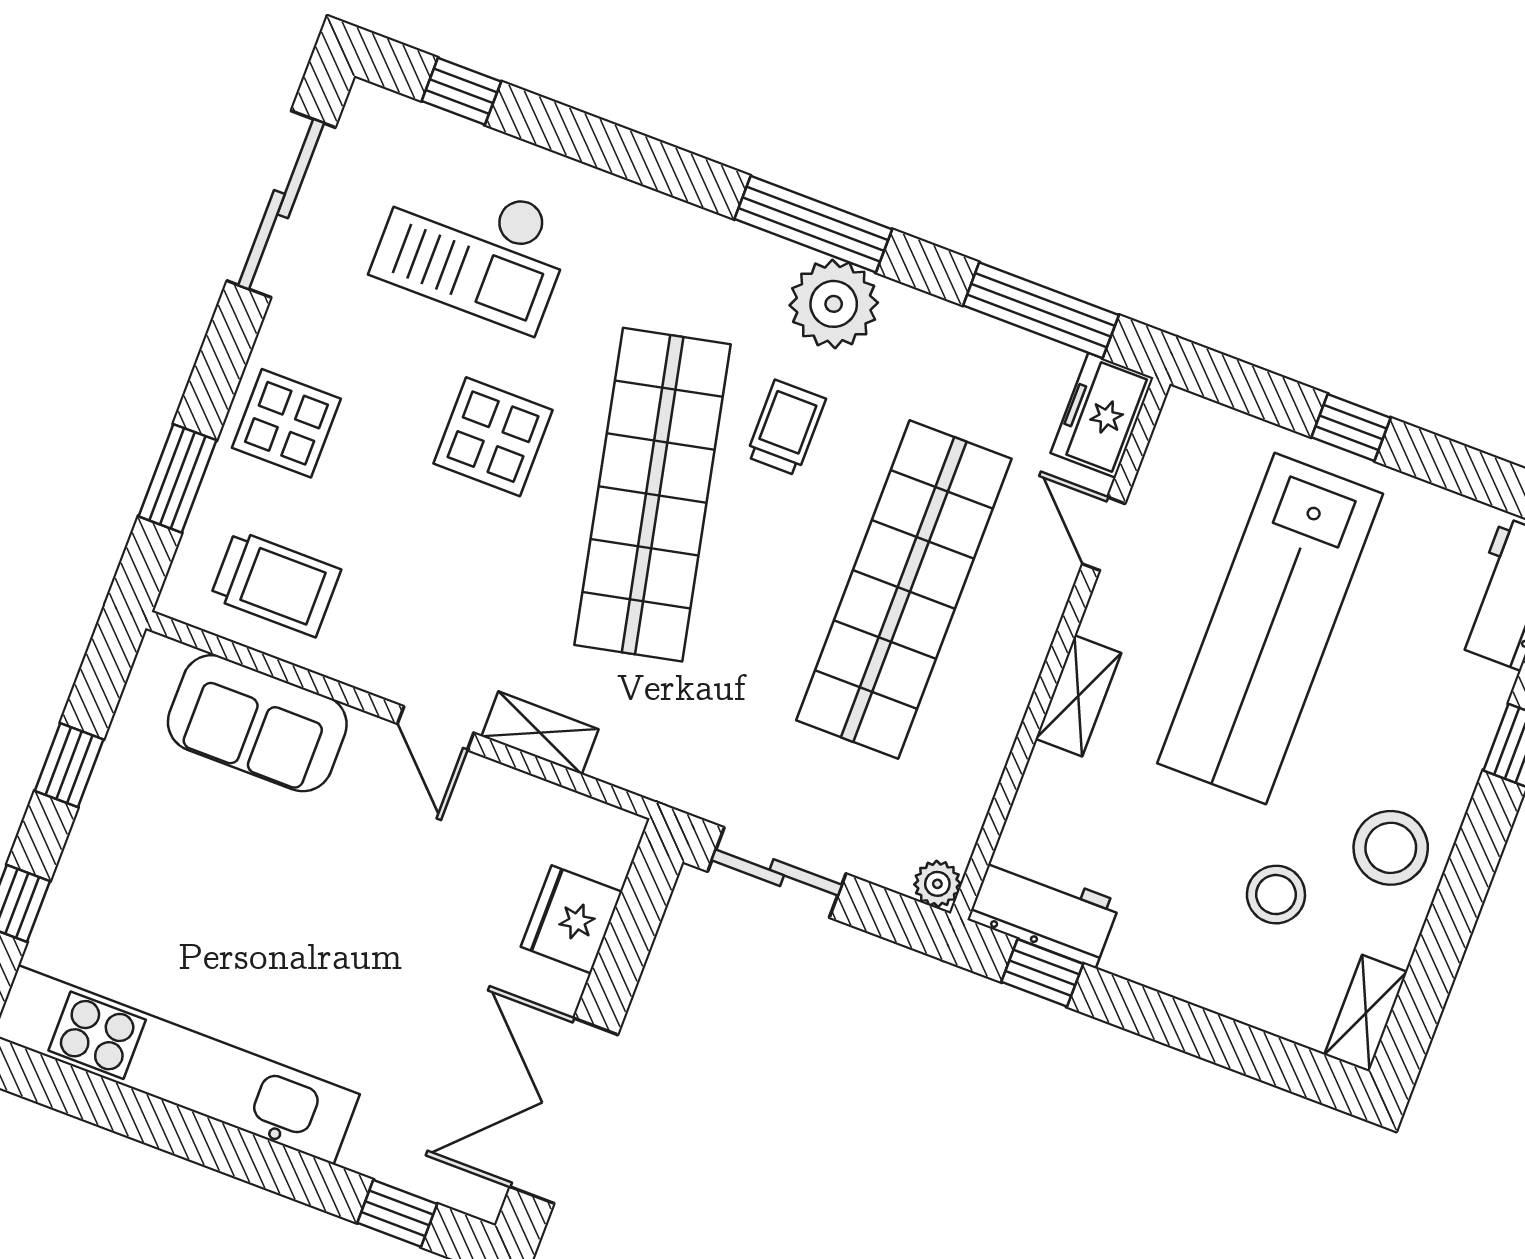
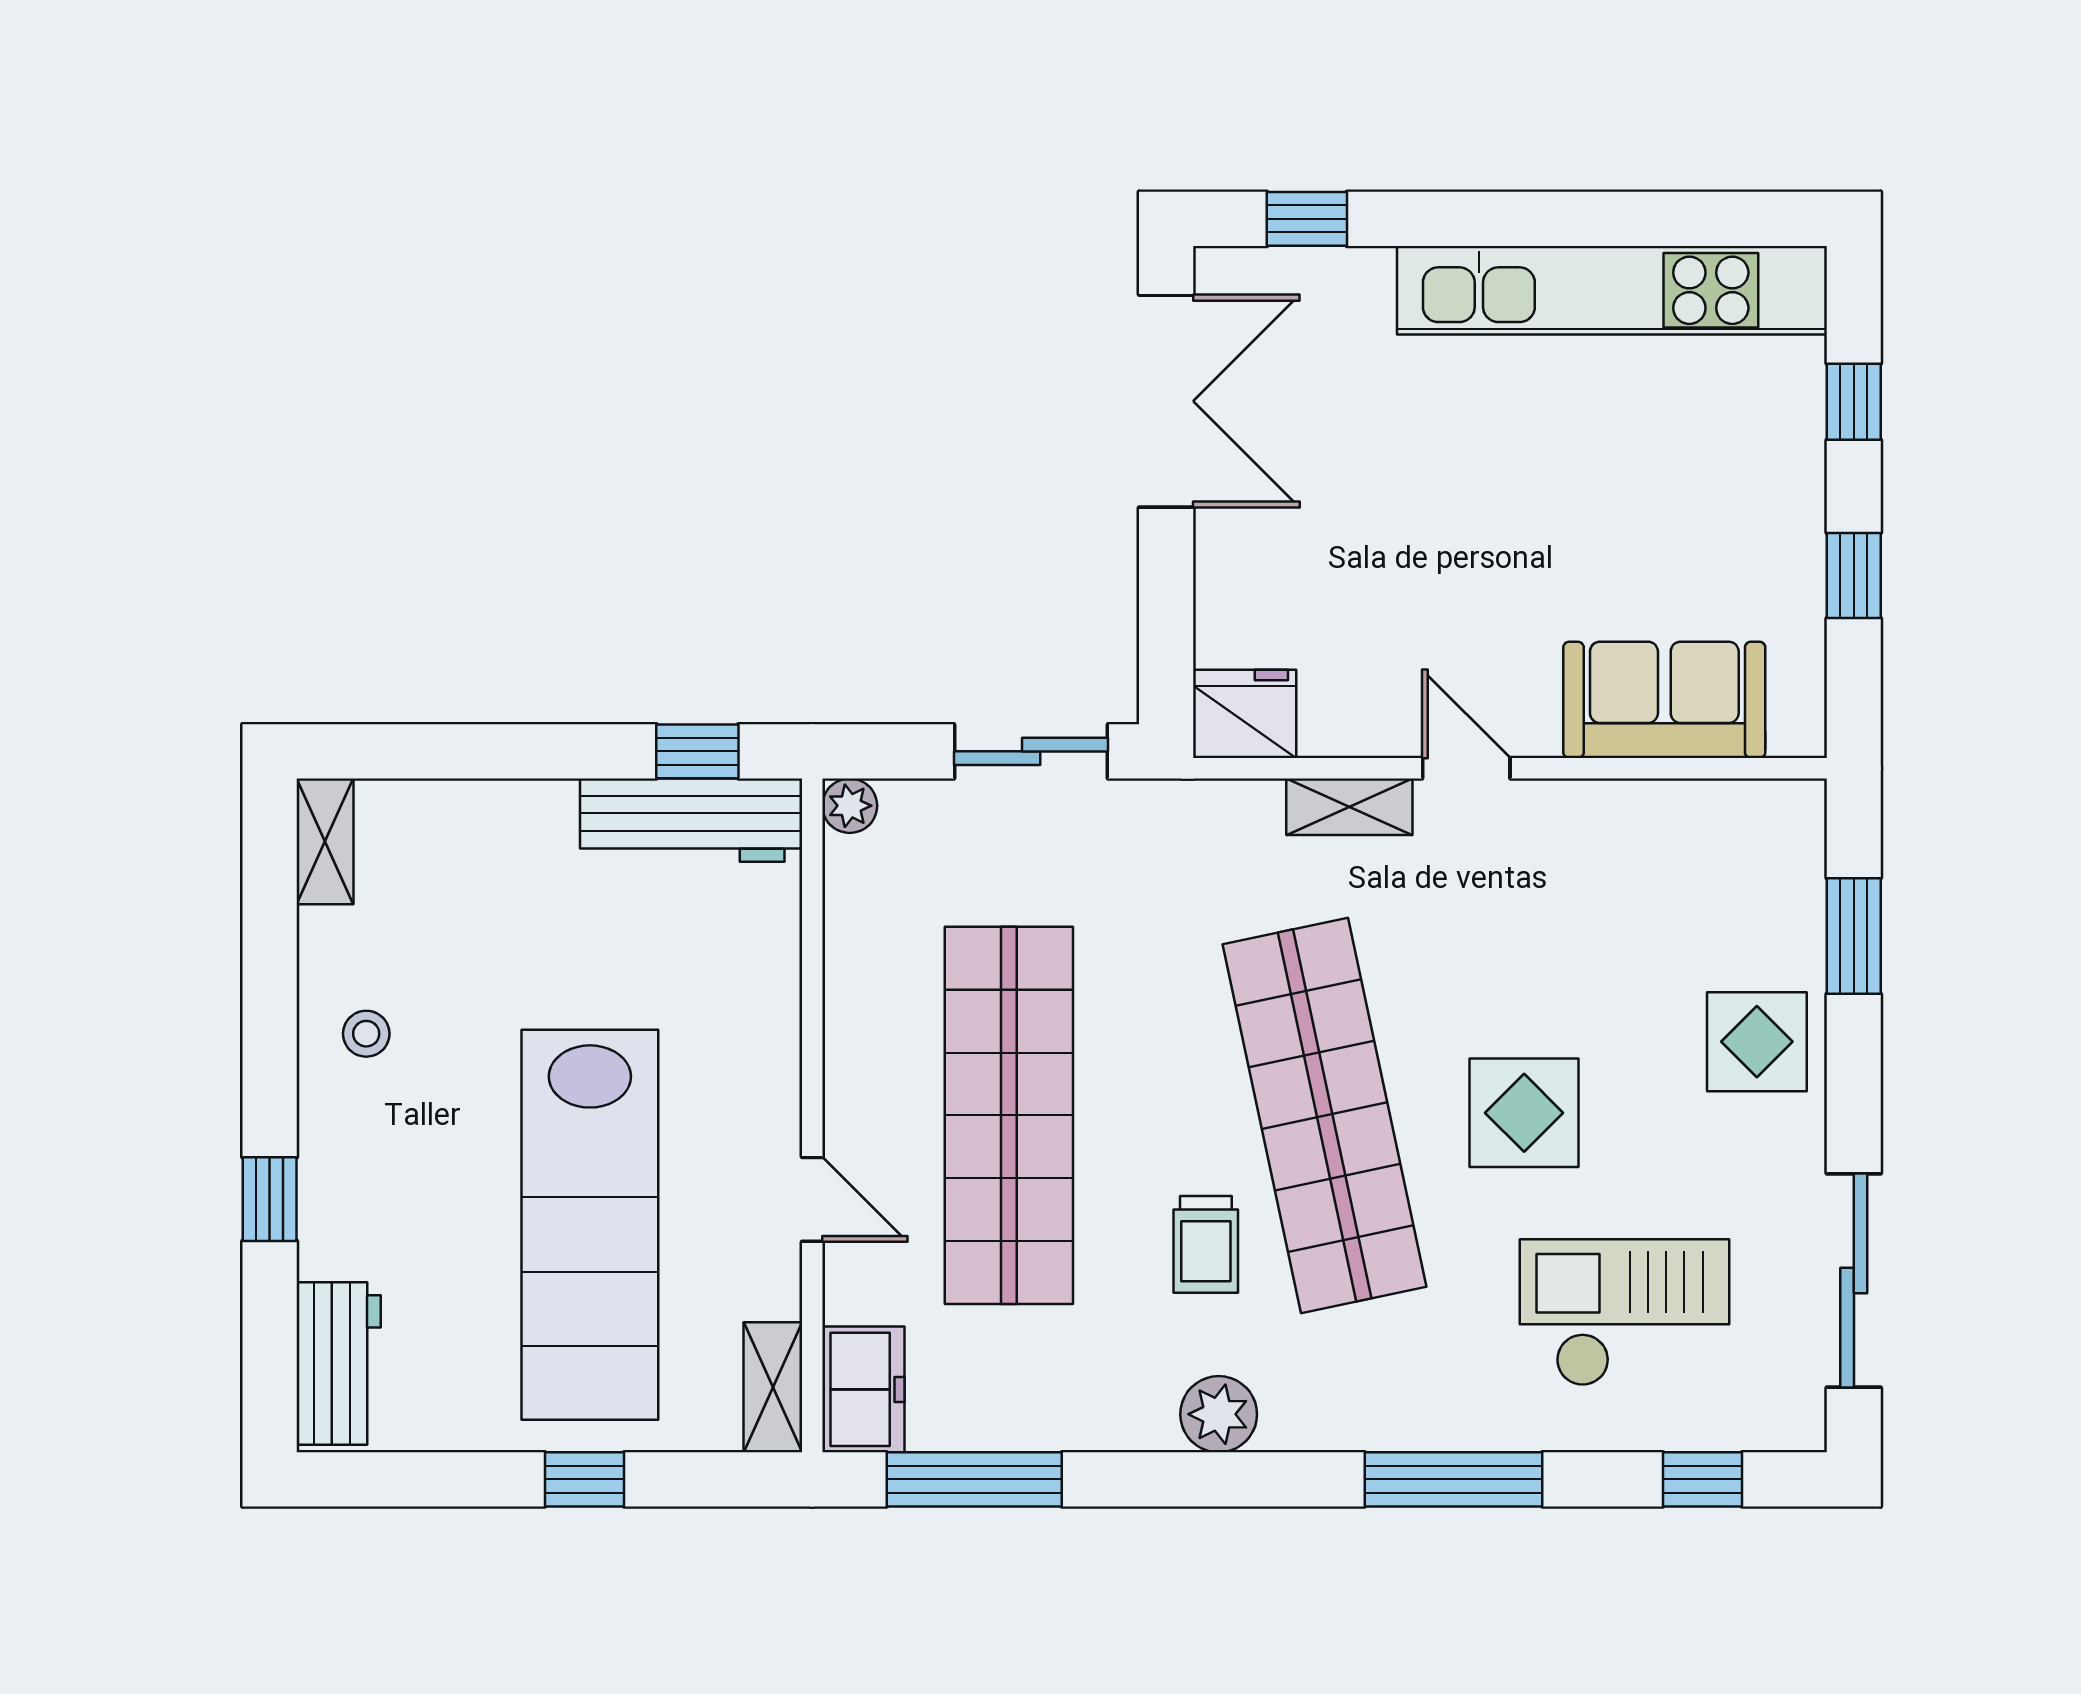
window: (813, 224) -> (1453, 1479), moved
plant: (834, 304) -> (1219, 1414), width x0.73, depth x0.73
door: (1104, 534) -> (812, 1199), moved
trolley: (276, 583) -> (1702, 861), removed
lab bench: (1270, 628) -> (590, 1225), turned 180
shelving: (1078, 696) -> (773, 1387), moved
stool: (1391, 848) -> (366, 1034), width x0.53, depth x0.53
stool: (1276, 895) -> (473, 935), removed
workbench: (1044, 911) -> (691, 820), width x1.38
fridge: (571, 919) -> (1245, 714), moved, turned -90

